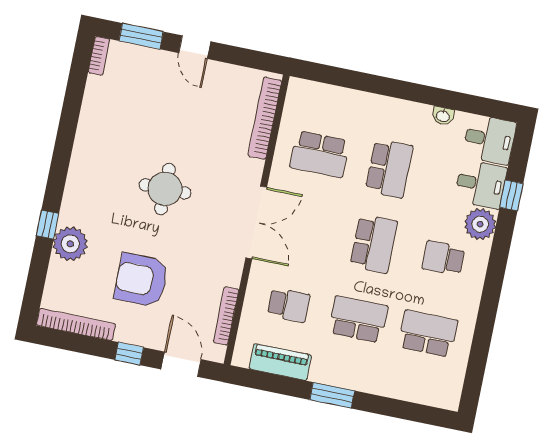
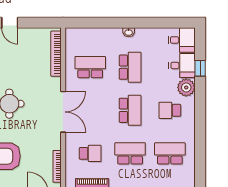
washbasin: (443, 116) -> (129, 32), moved
school desk: (320, 154) -> (90, 67), turned 180

